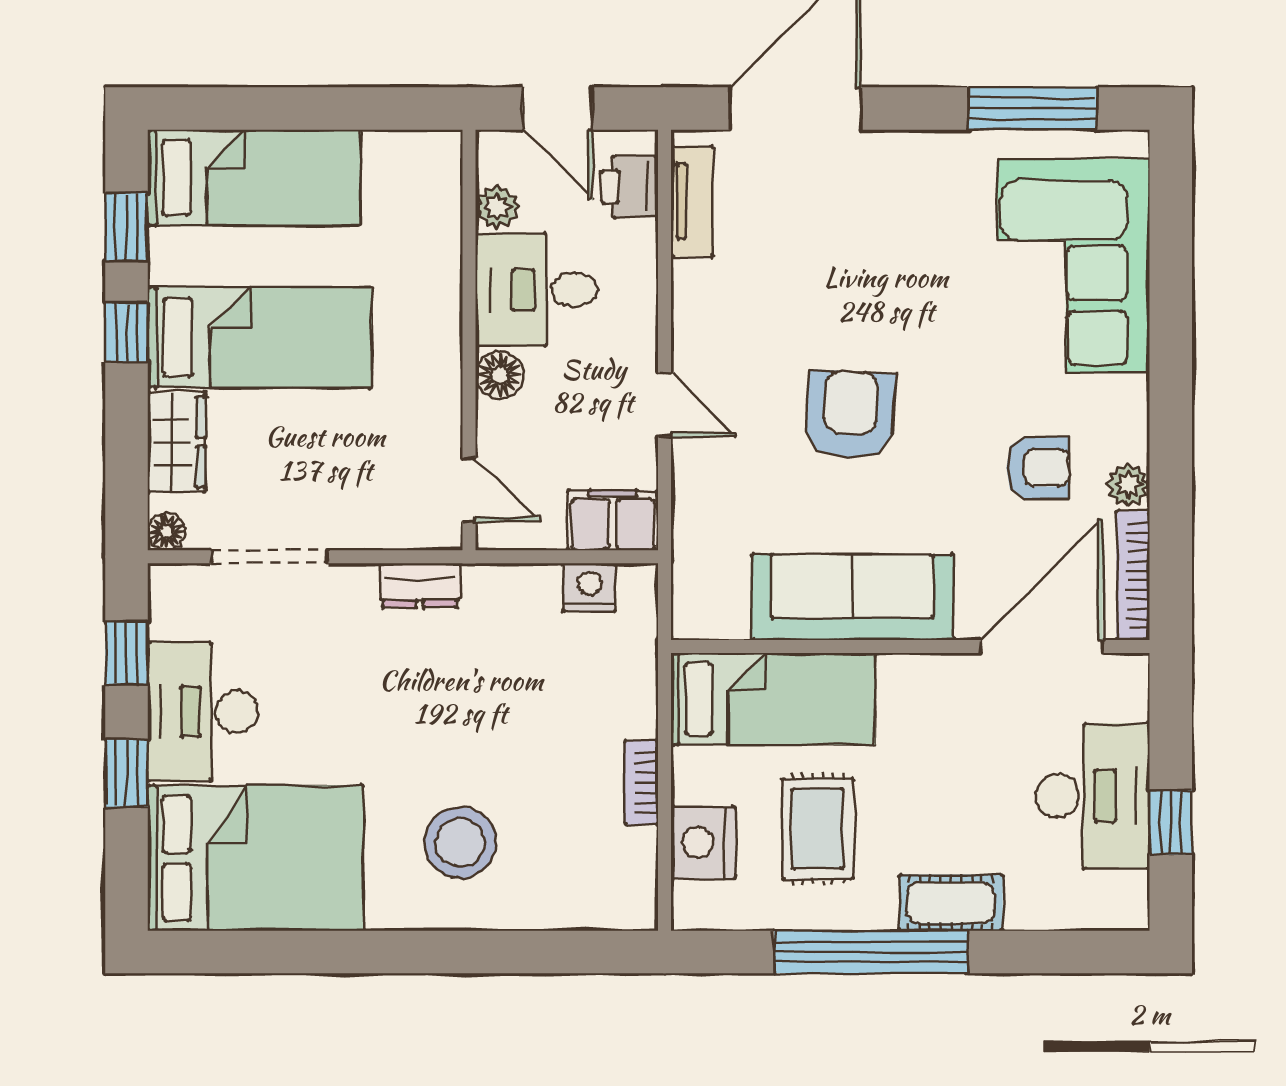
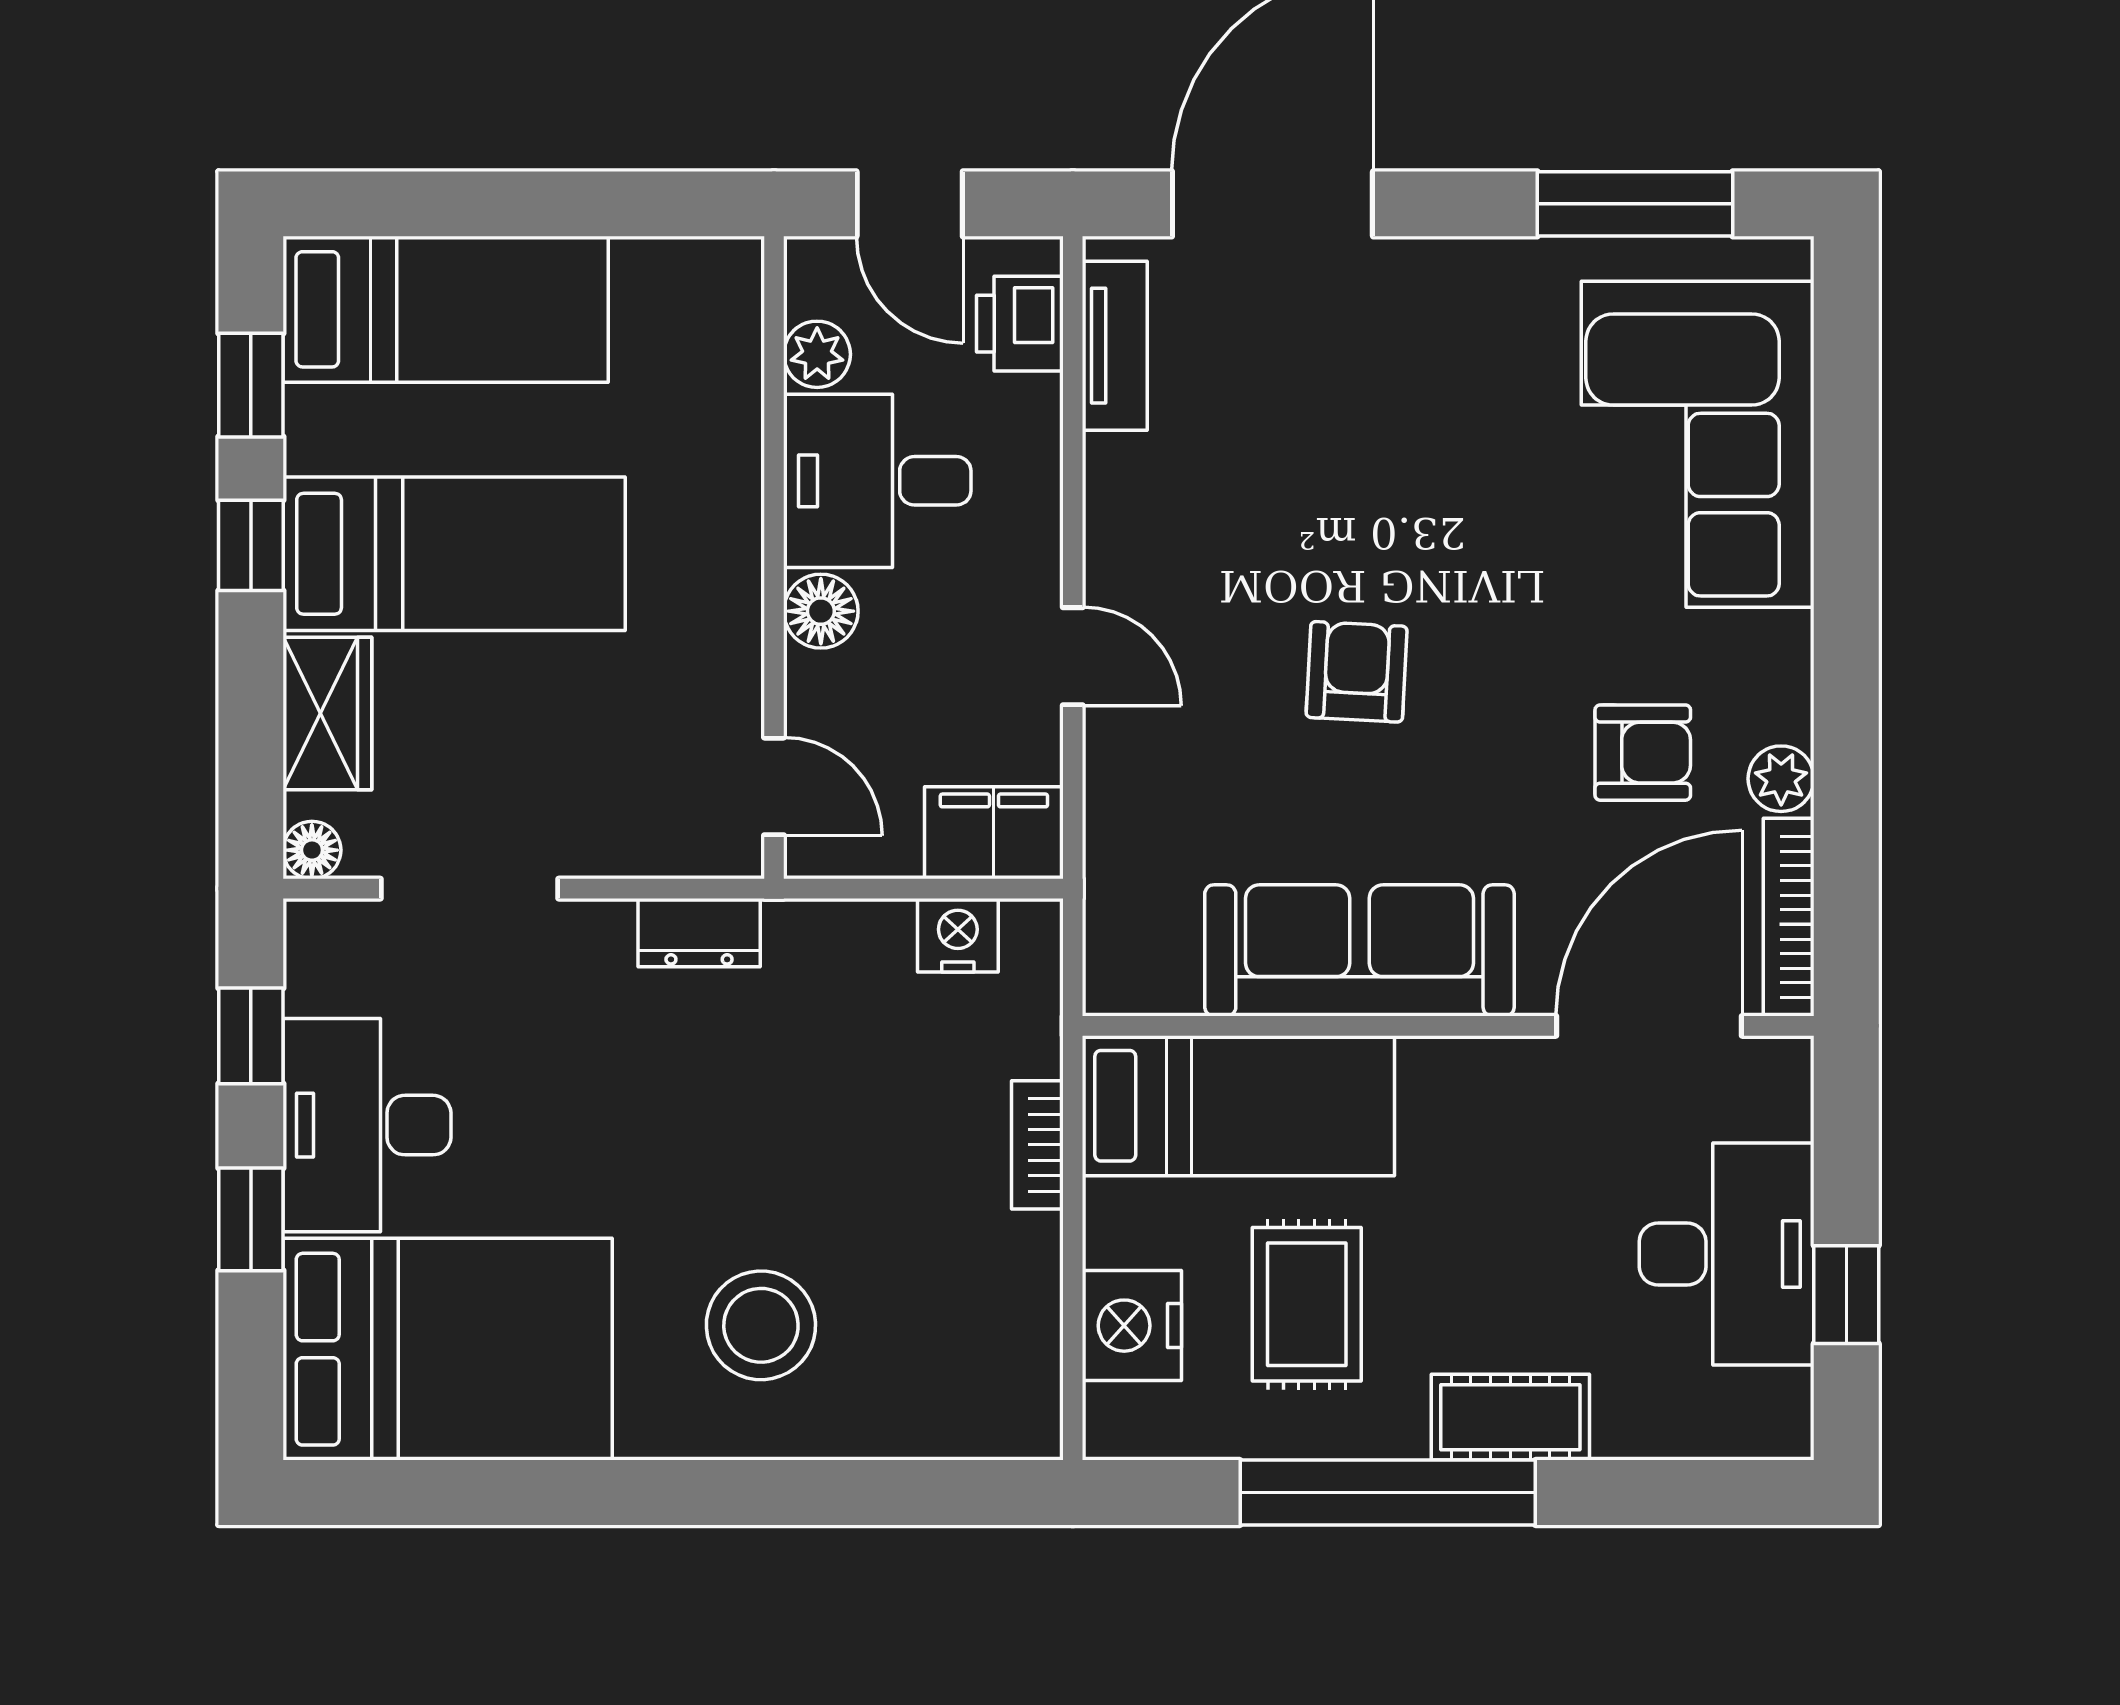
armchair: (850, 415) -> (1357, 672), width x0.72, depth x0.72
bookcase: (641, 783) -> (1037, 1145), moved

